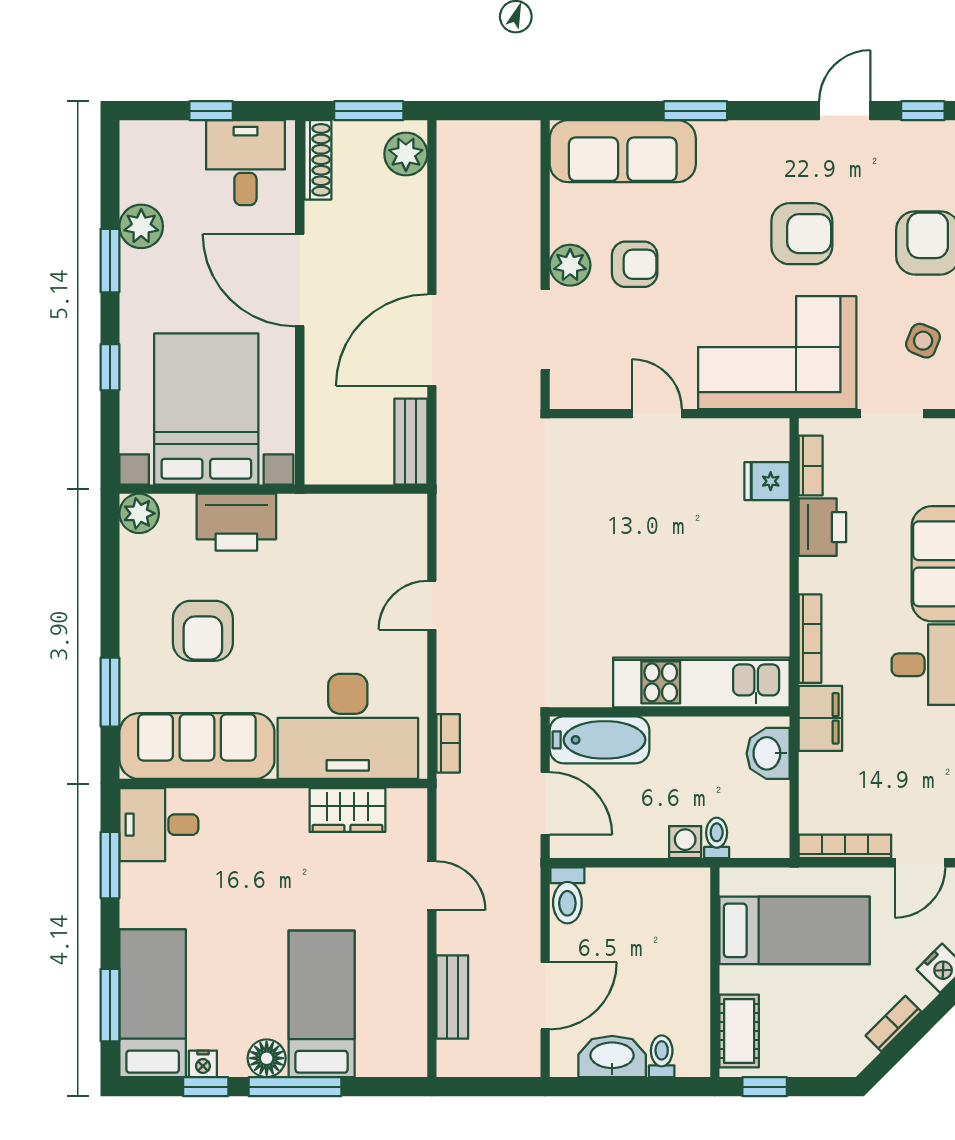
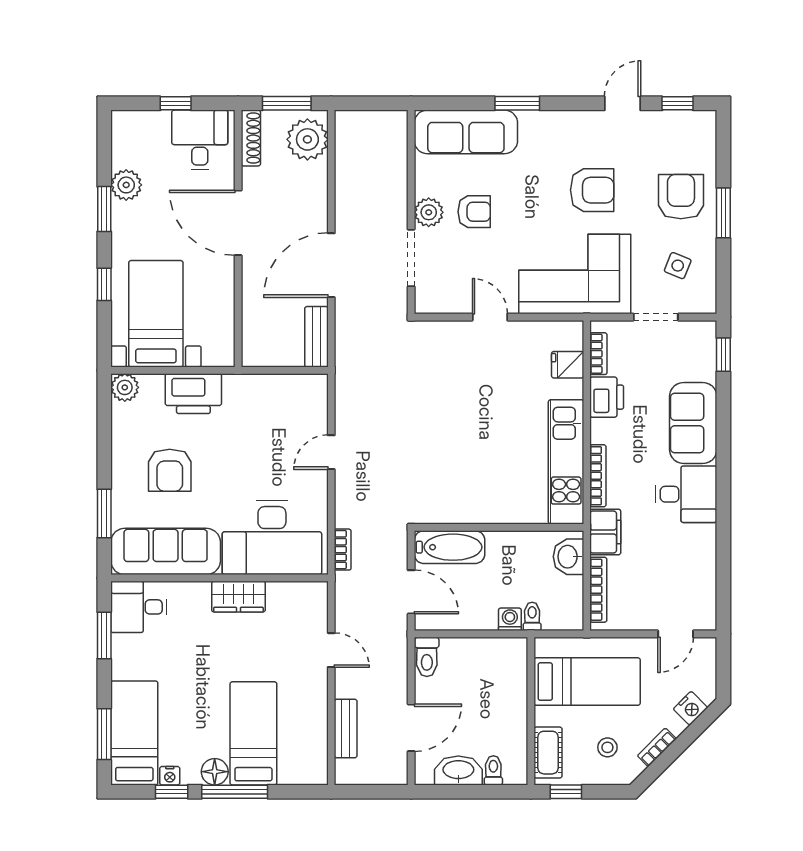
plant: (406, 154) -> (307, 139), width x1.36, depth x1.36
bed with nightstands: (206, 409) -> (156, 314), width x0.73
kitchen unit: (701, 682) -> (566, 462), moved, turned -90
wardrobe: (347, 810) -> (238, 597), moved
bookcase: (845, 846) -> (598, 590), moved, turned 90
stool: (823, 1024) -> (607, 747), added

